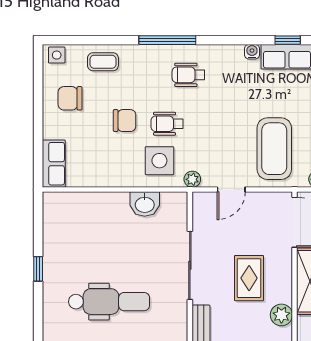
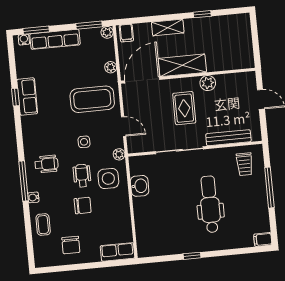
water cooler: (252, 52) -> (33, 197), moved
side table: (57, 55) -> (84, 142), moved
wheelchair: (188, 75) -> (46, 164), turned -90
chair: (125, 121) -> (83, 206), turned 90
wheelchair: (167, 124) -> (82, 176), turned 180
rug: (249, 278) -> (184, 108), turned 90

